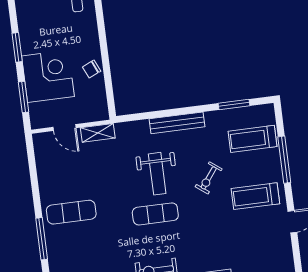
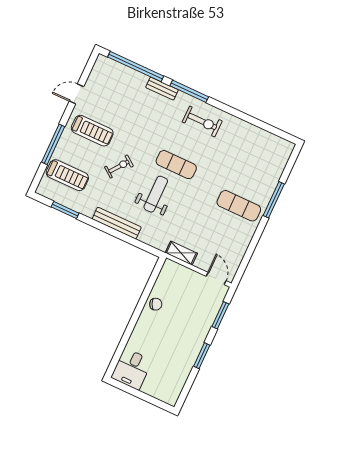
corner desk: (48, 76) -> (192, 319), removed
door: (65, 128) -> (216, 278), moved

